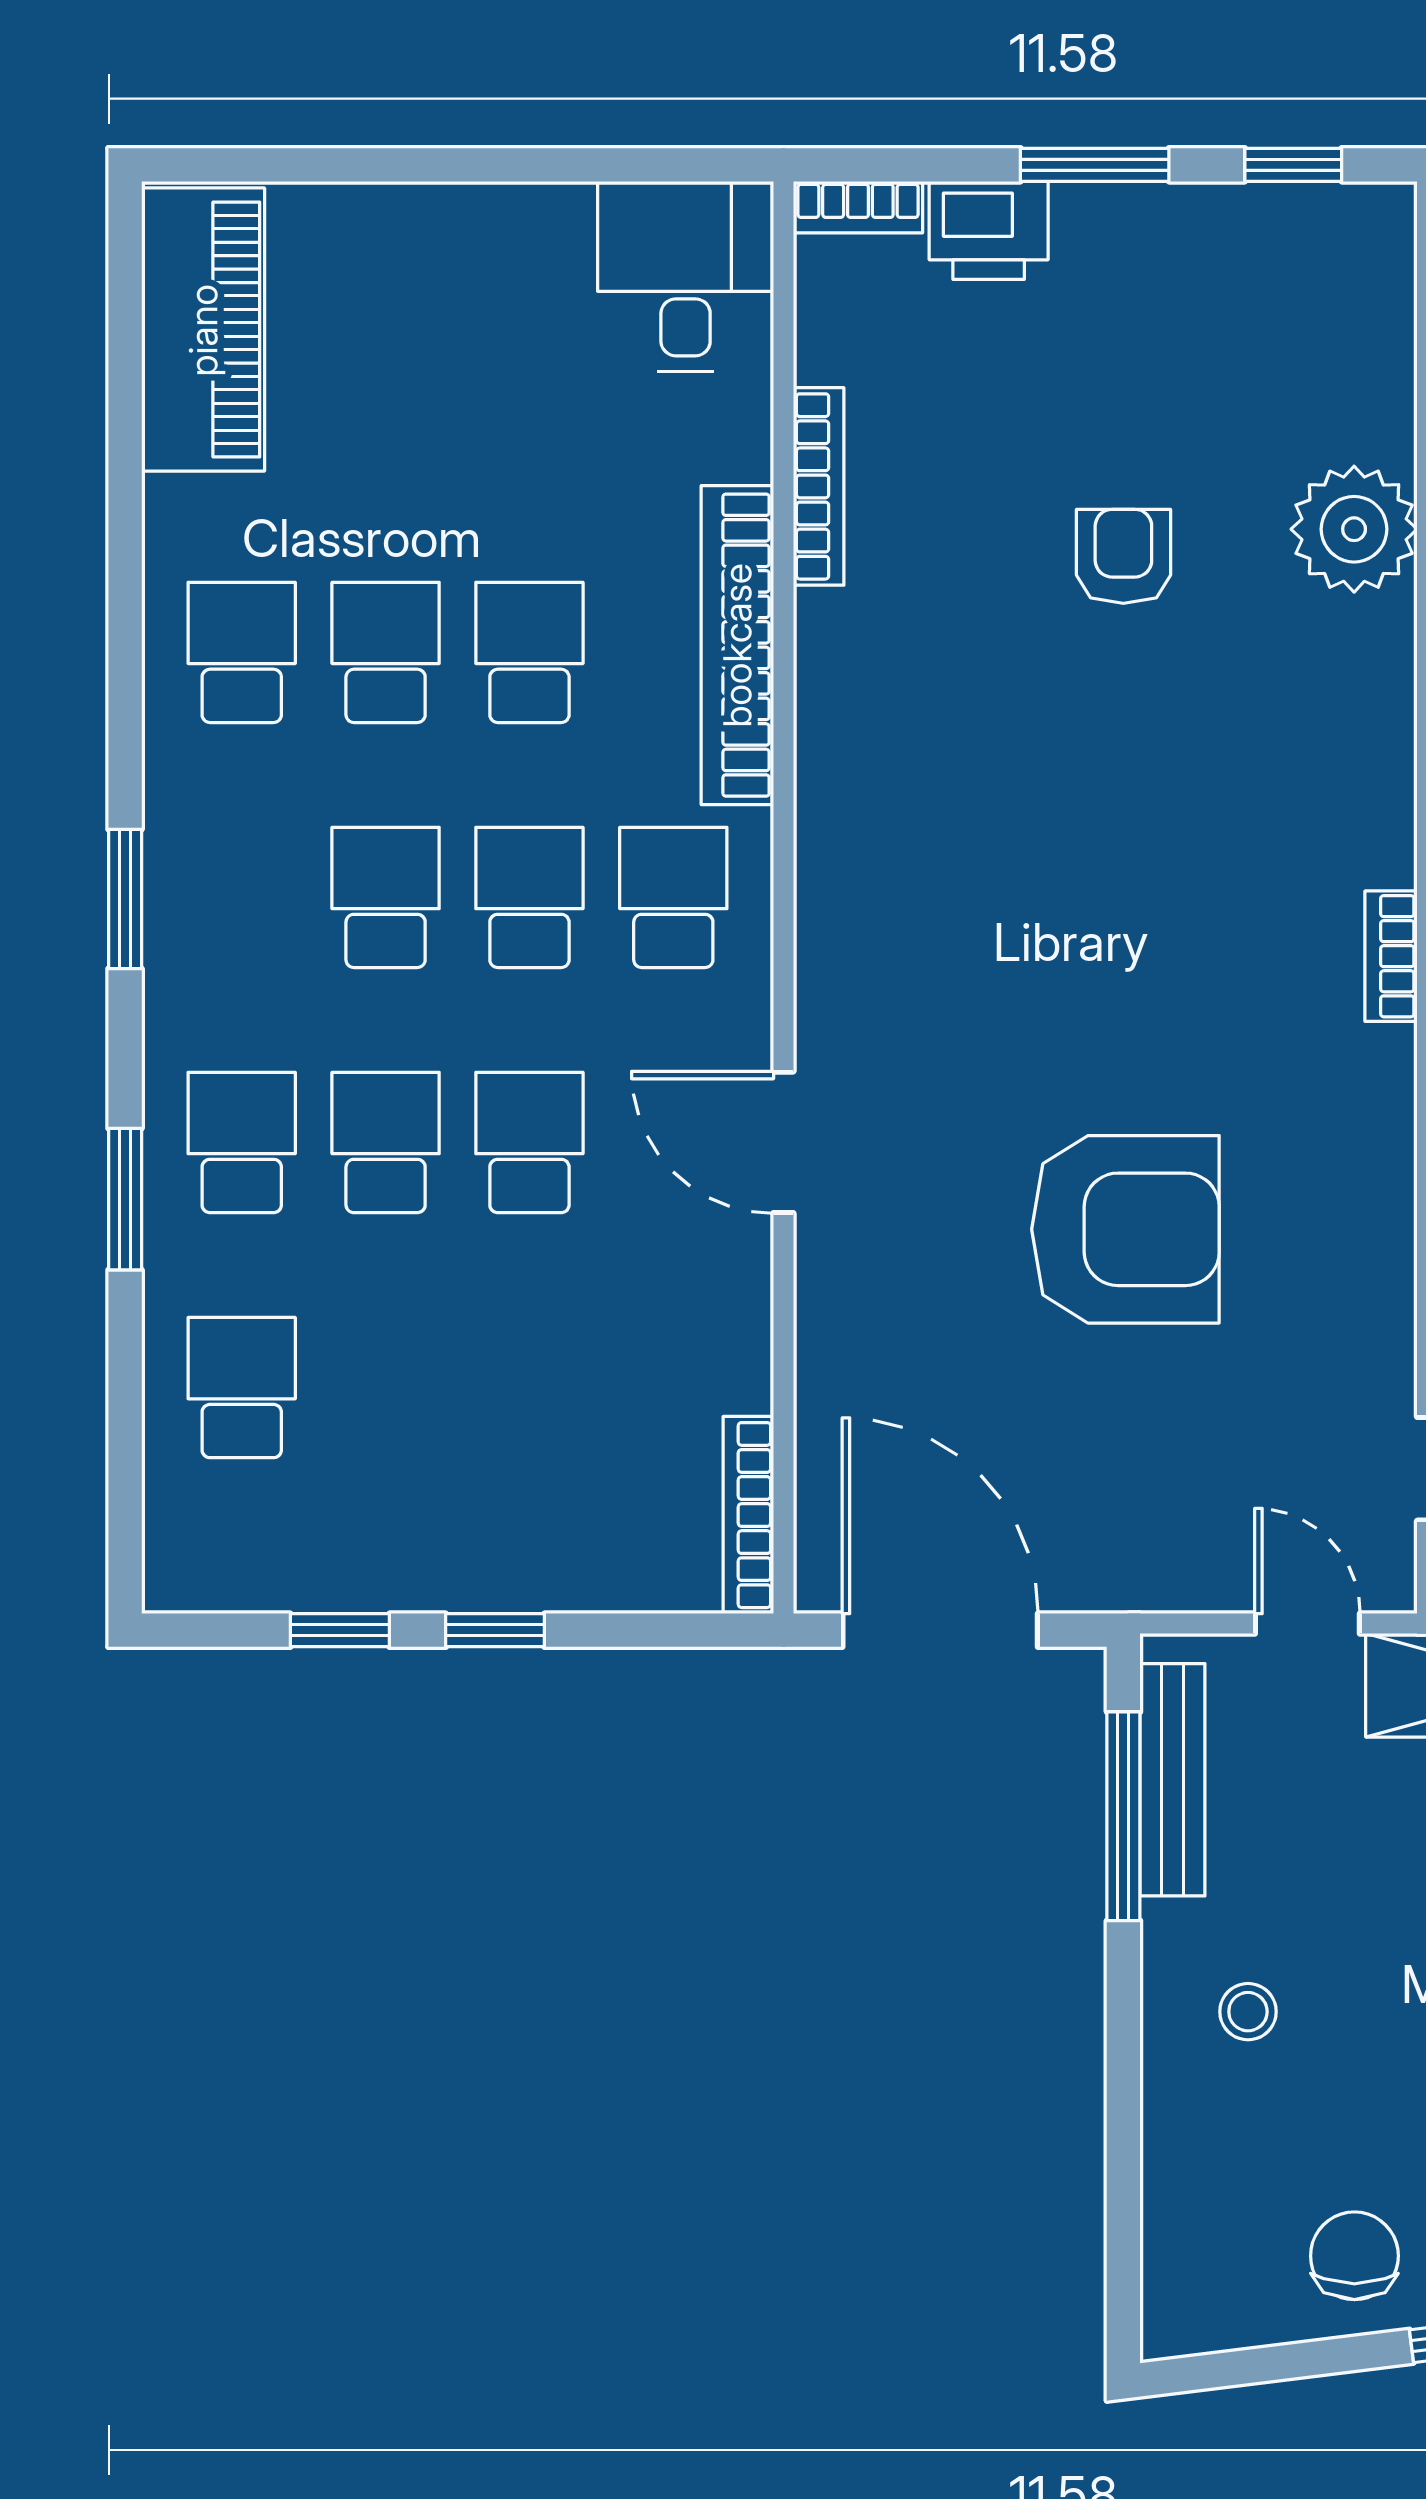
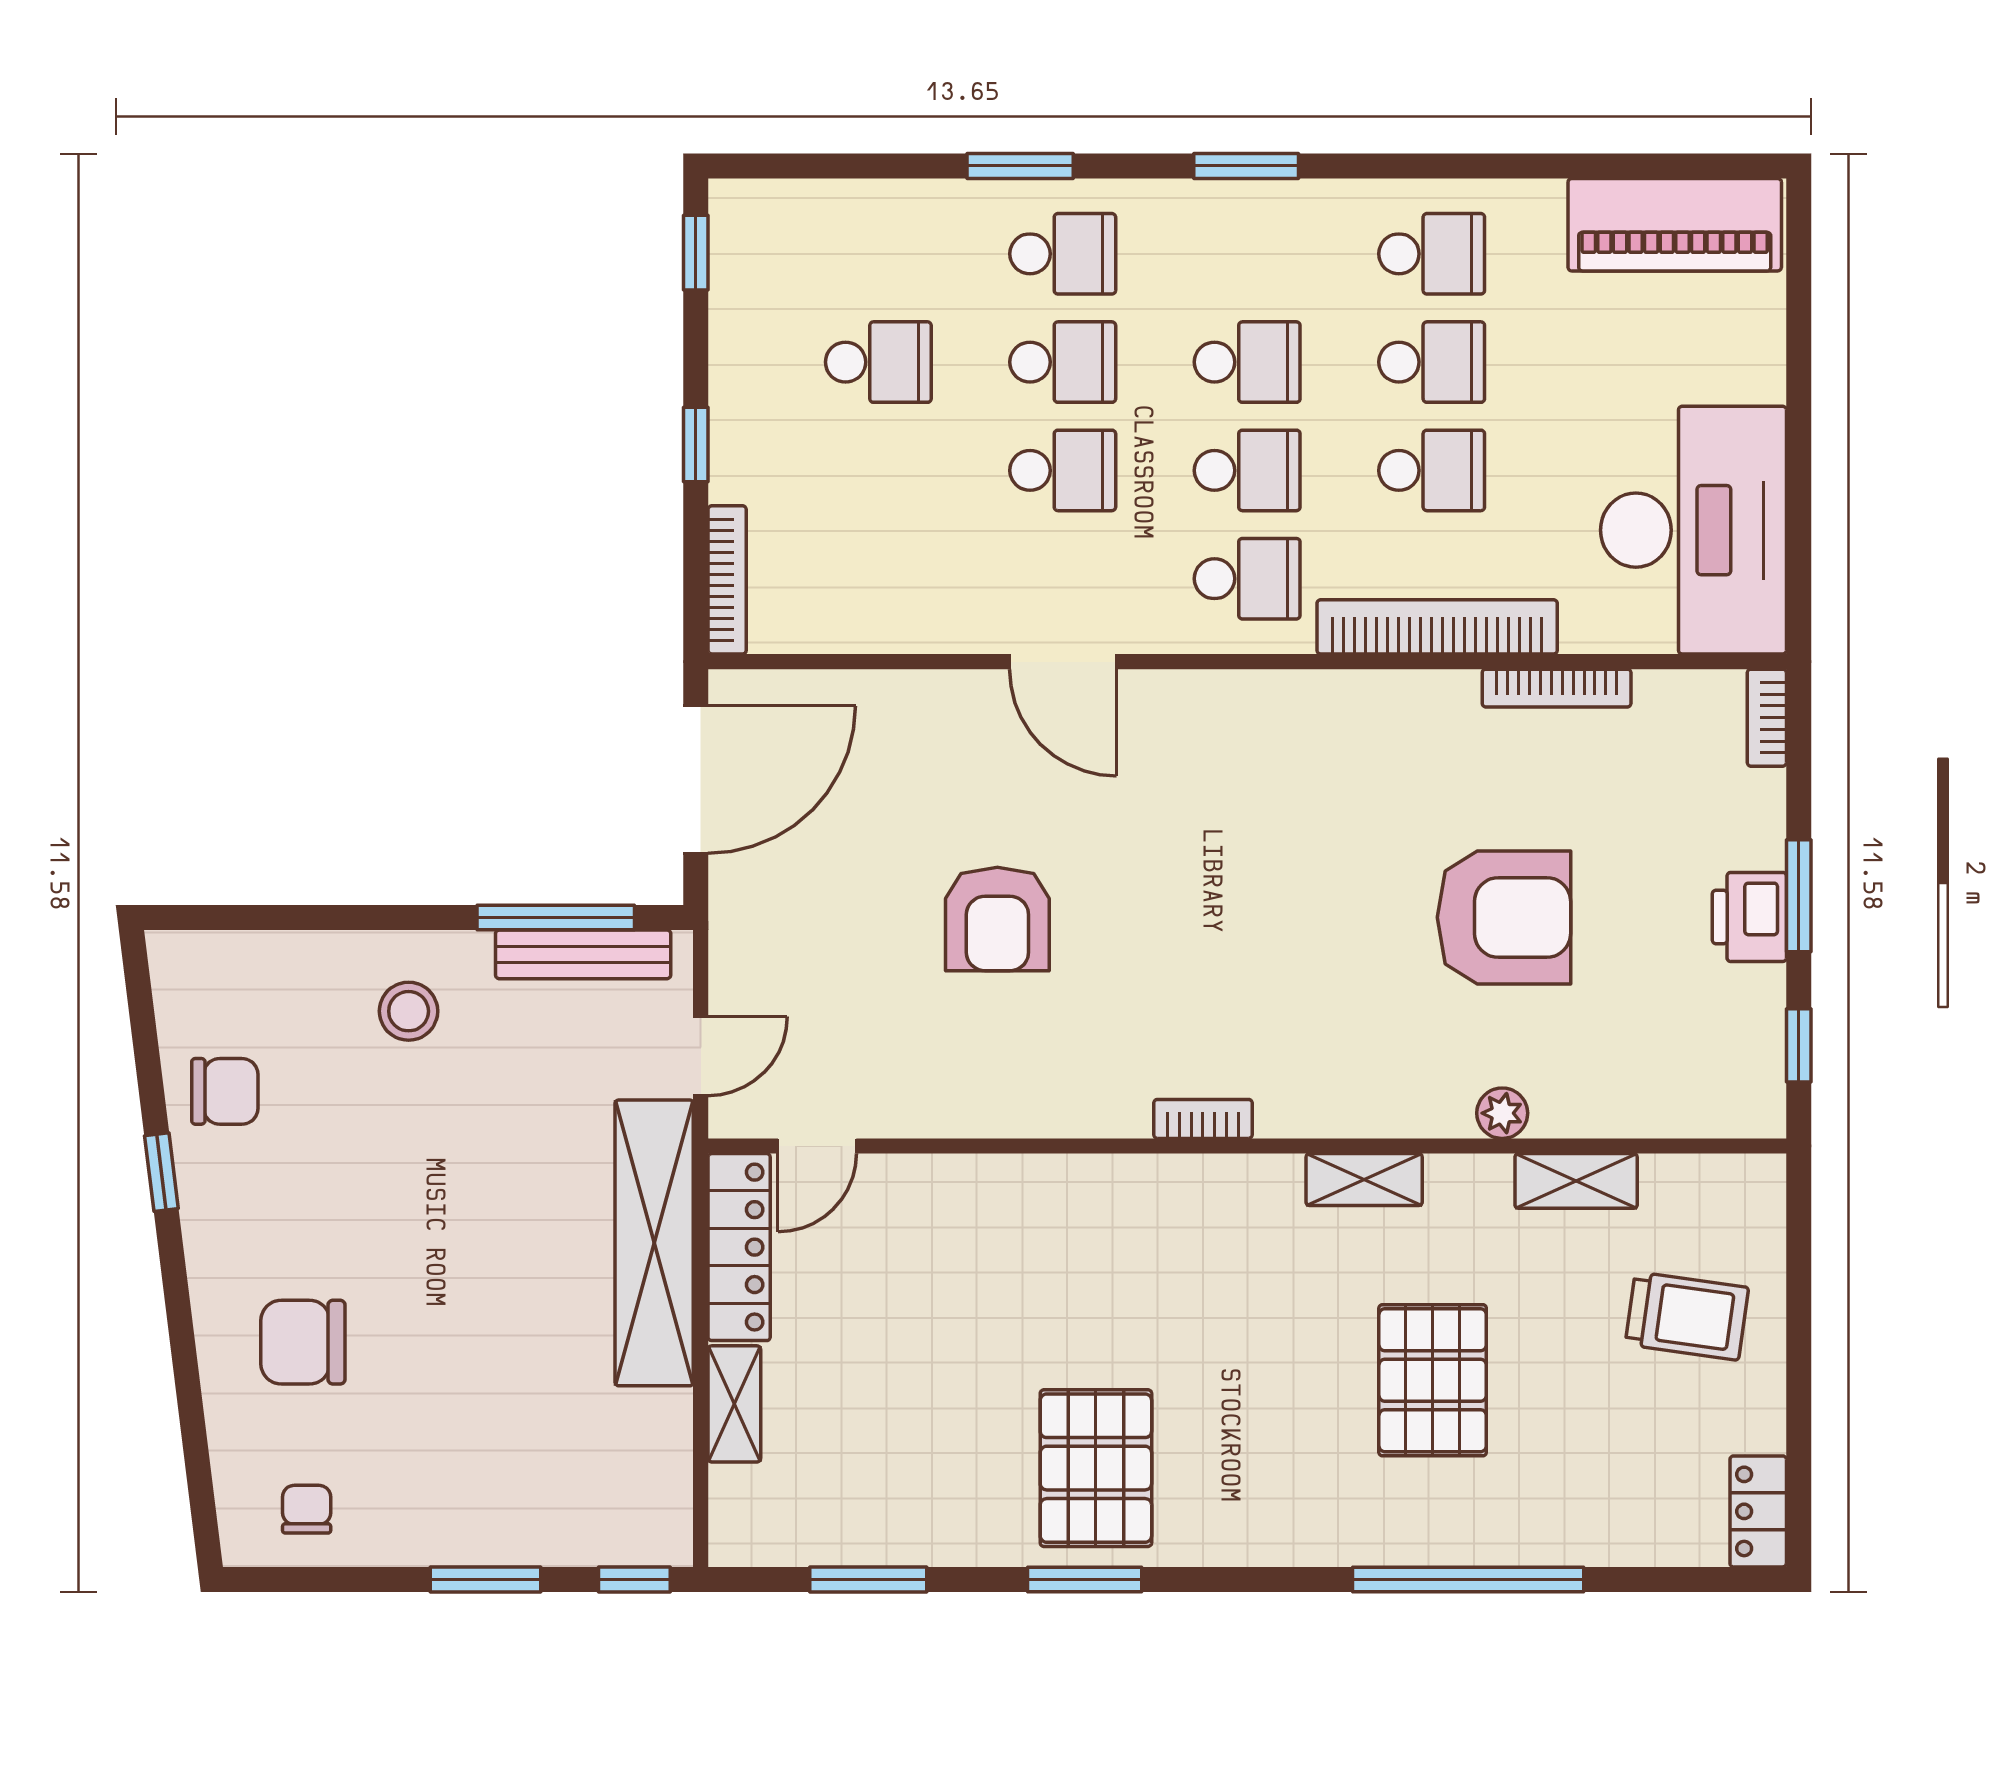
printer: (989, 230) -> (1749, 917), moved
desk: (686, 276) -> (1693, 530), width x1.87, depth x1.30
plant: (1354, 529) -> (1502, 1113), width x0.53, depth x0.53
armchair: (1123, 556) -> (1504, 917), width x1.88, depth x1.88
door: (783, 1142) -> (1063, 662), swing flipped
armchair: (1125, 1229) -> (997, 919), width x0.73, depth x0.73
school desk: (242, 1388) -> (878, 362), moved
bookcase: (748, 1515) -> (727, 580), moved, turned 90
window: (340, 1630) -> (696, 253), moved
stool: (1248, 2012) -> (409, 1011), width x1.37, depth x1.37

